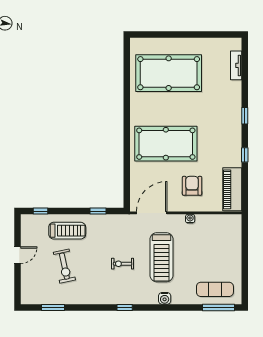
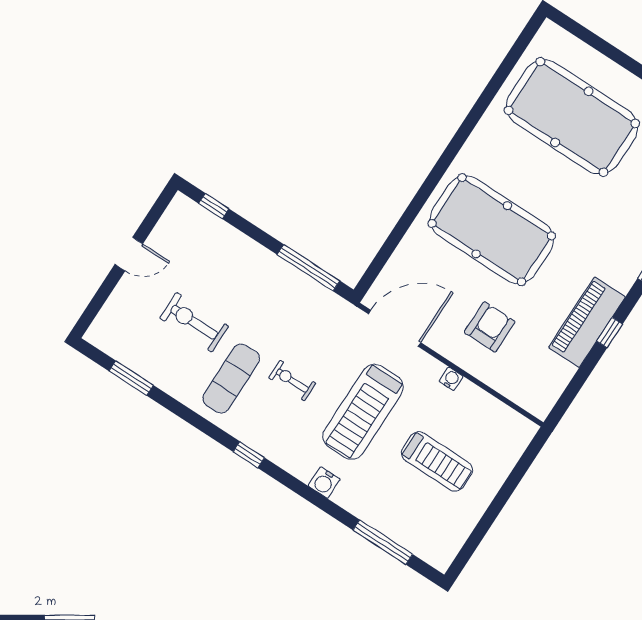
piano: (232, 189) -> (587, 322), moved
window: (98, 211) -> (308, 268), width x2.17
treadmill: (67, 231) -> (437, 462), moved
exercise bike: (64, 266) -> (194, 322), turned 102
exercise mat: (215, 289) -> (231, 378), moved, turned 90
window: (219, 308) -> (383, 542), moved

